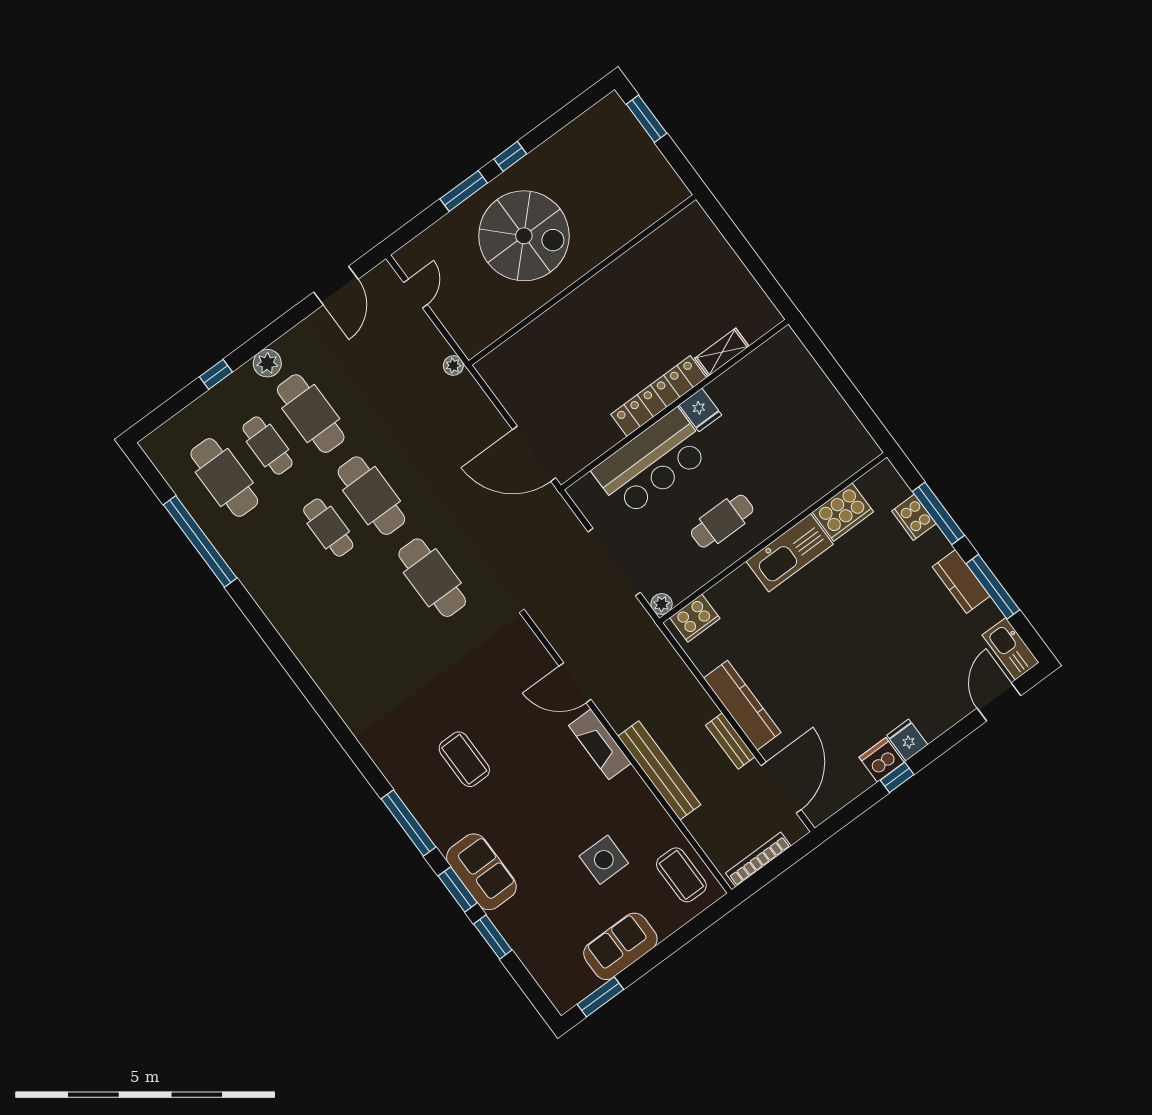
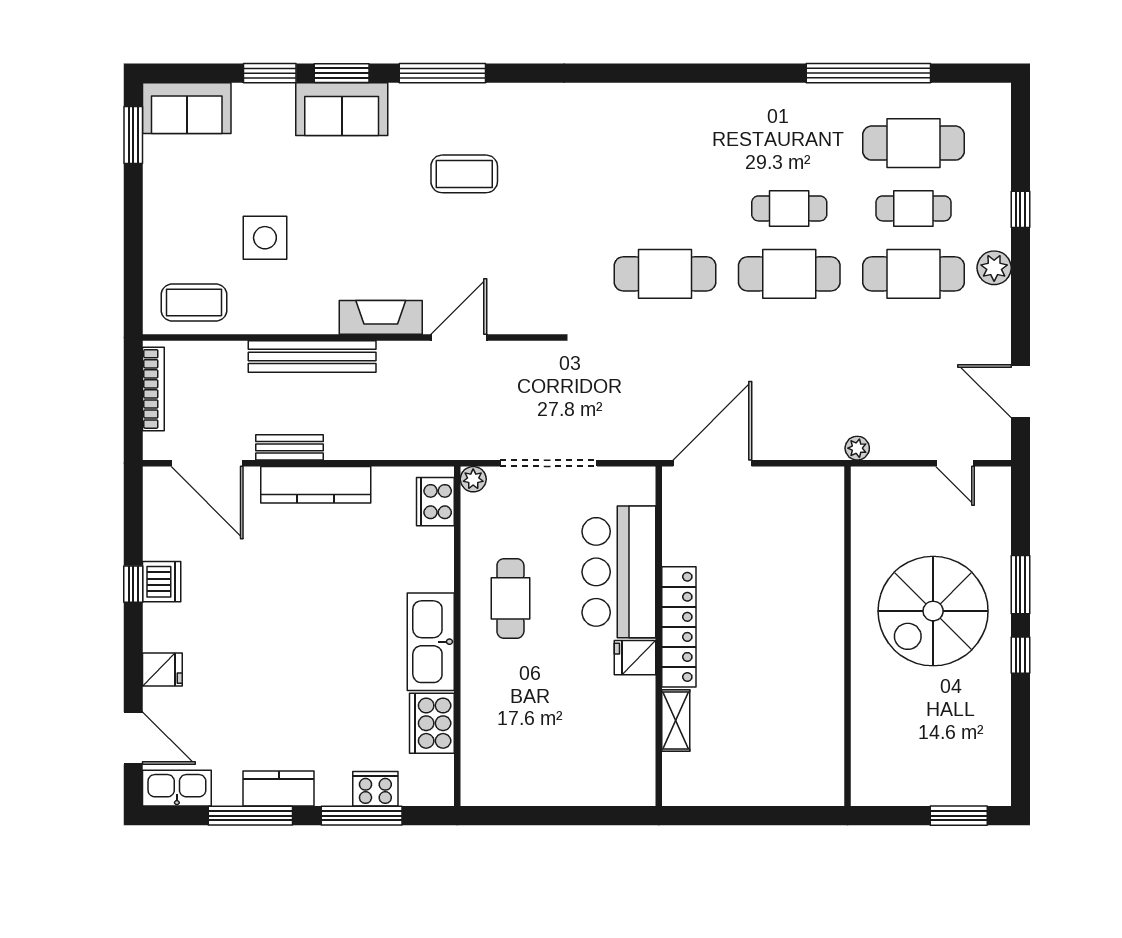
fridge: (907, 740) -> (162, 670), moved
sofa: (620, 946) -> (187, 108), moved, turned 90

